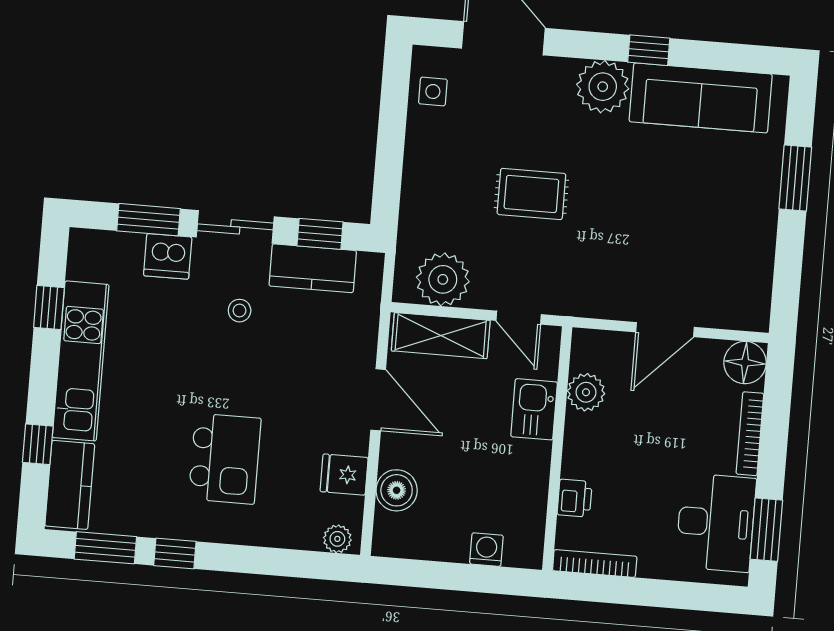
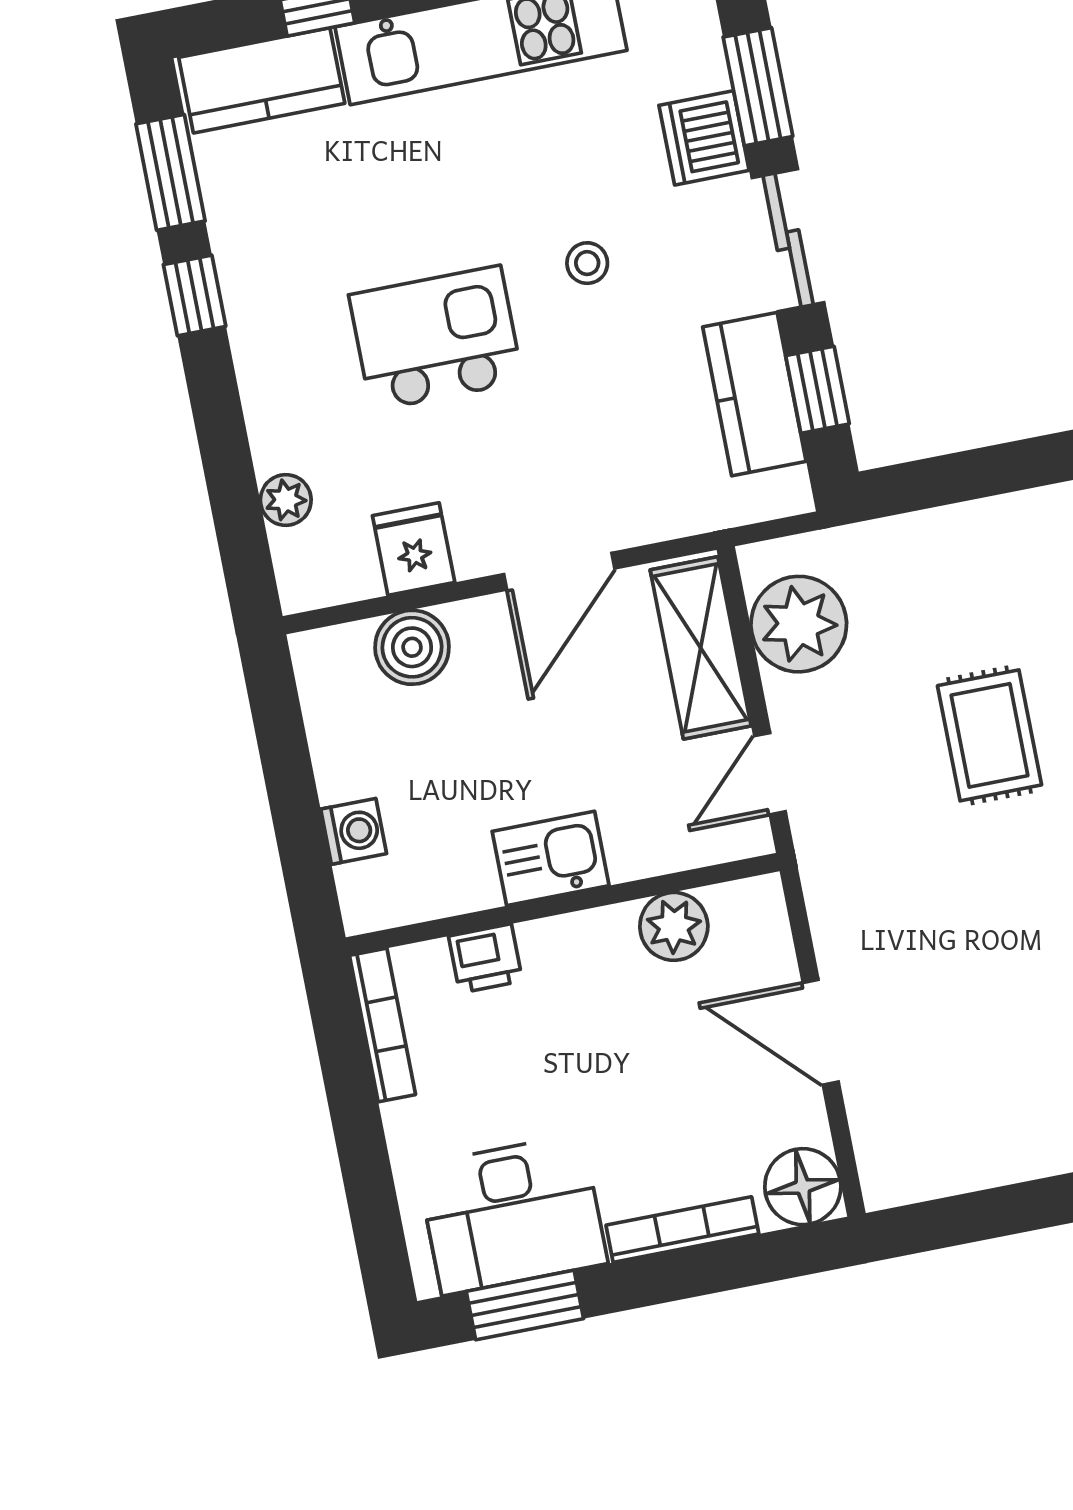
stool: (240, 311) -> (587, 263), moved
kitchen sink: (534, 409) -> (551, 858), moved
kitchen island: (225, 459) -> (436, 338), moved, turned 180
plant: (337, 539) -> (286, 500), moved

